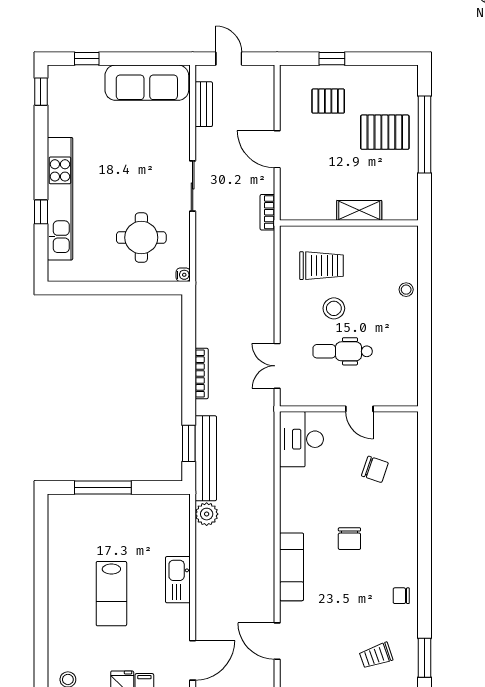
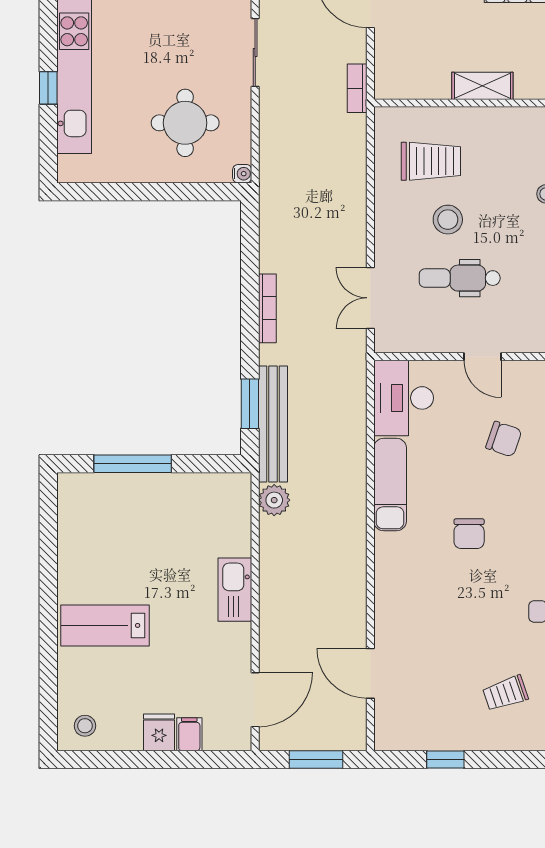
exam couch: (292, 567) -> (390, 485), moved
lab bench: (111, 594) -> (105, 625), moved, turned 90

